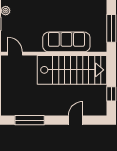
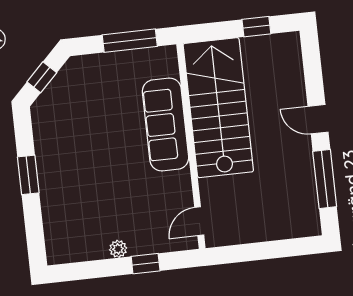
door: (76, 120) -> (318, 119), moved

